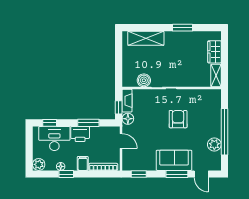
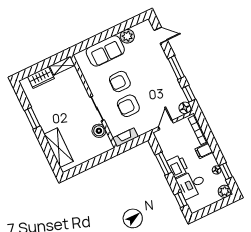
window: (119, 107) -> (135, 142), removed
armchair: (153, 116) -> (128, 106), added
floor lamp: (128, 119) -> (185, 108), moved
window: (224, 132) -> (111, 32), removed
desk: (54, 139) -> (191, 184), width x0.73
sofa: (174, 160) -> (105, 51), moved, turned -90
window: (66, 174) -> (226, 171), moved
window: (177, 174) -> (176, 68), moved
door: (201, 174) -> (161, 35), hinge flipped

